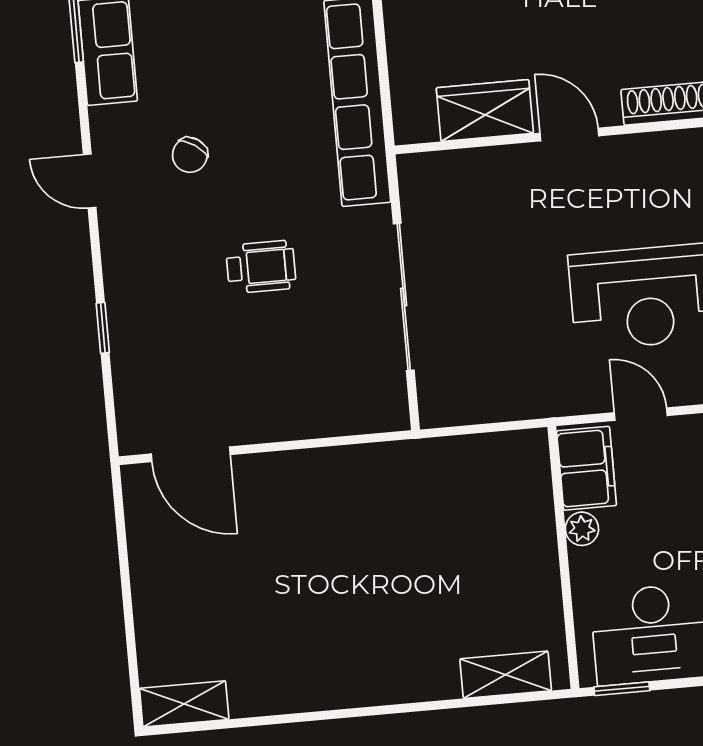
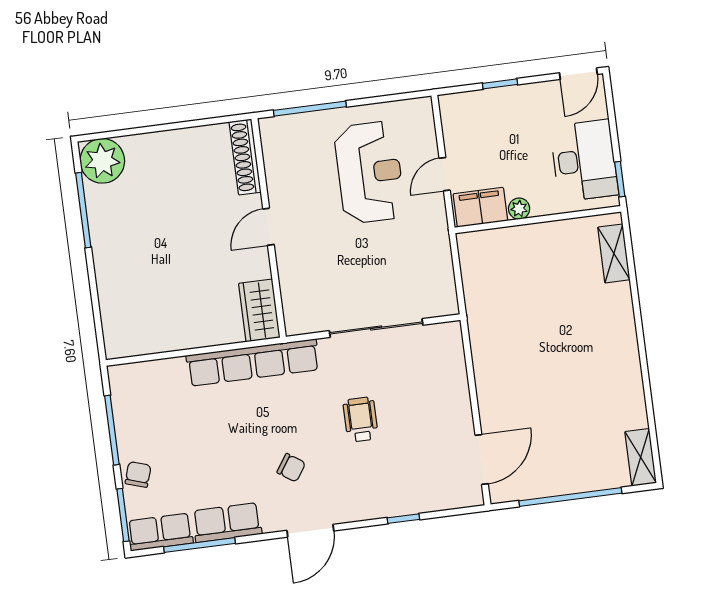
wardrobe: (485, 111) -> (259, 310), moved
door: (90, 181) -> (310, 531), width x1.38
window: (126, 591) -> (570, 497), added

